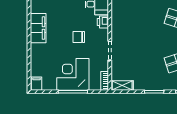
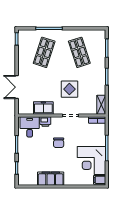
freezer: (118, 20) -> (43, 108), added
display table: (140, 49) -> (69, 89), added
corner desk: (73, 74) -> (91, 160), moved

